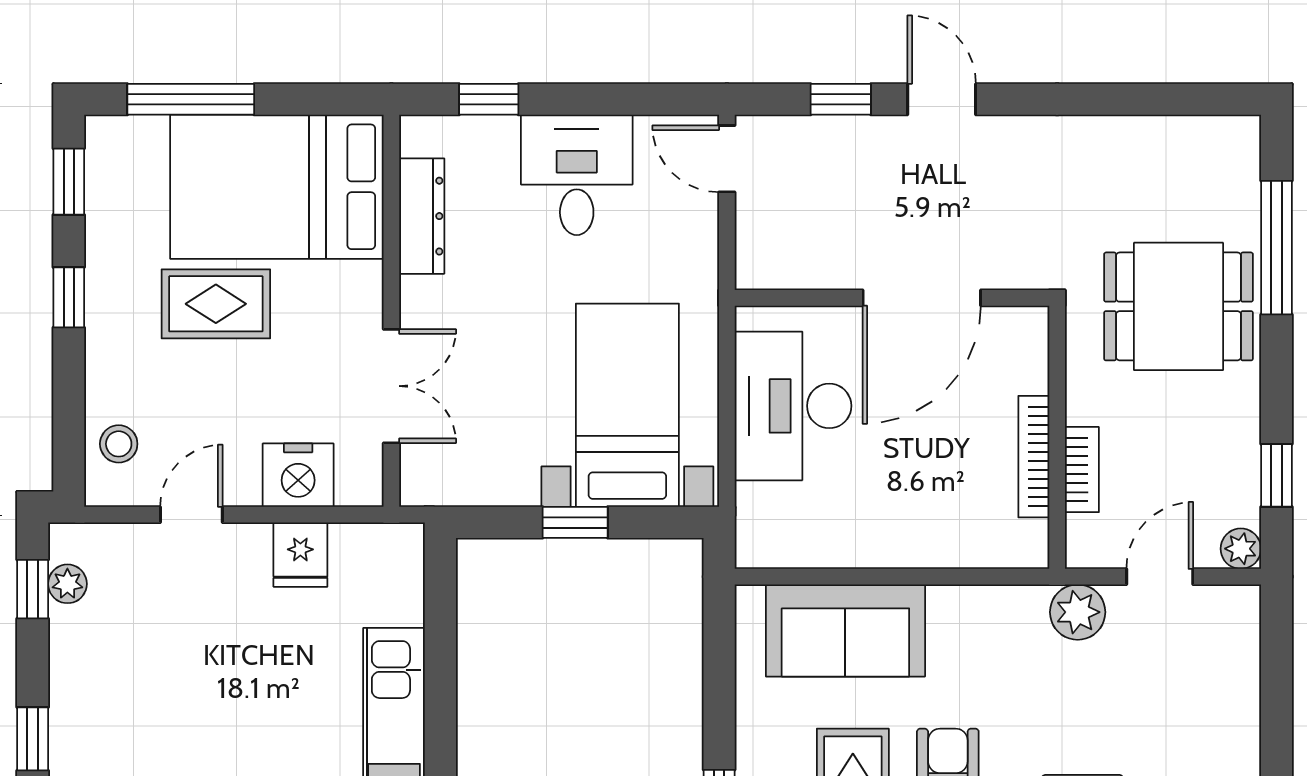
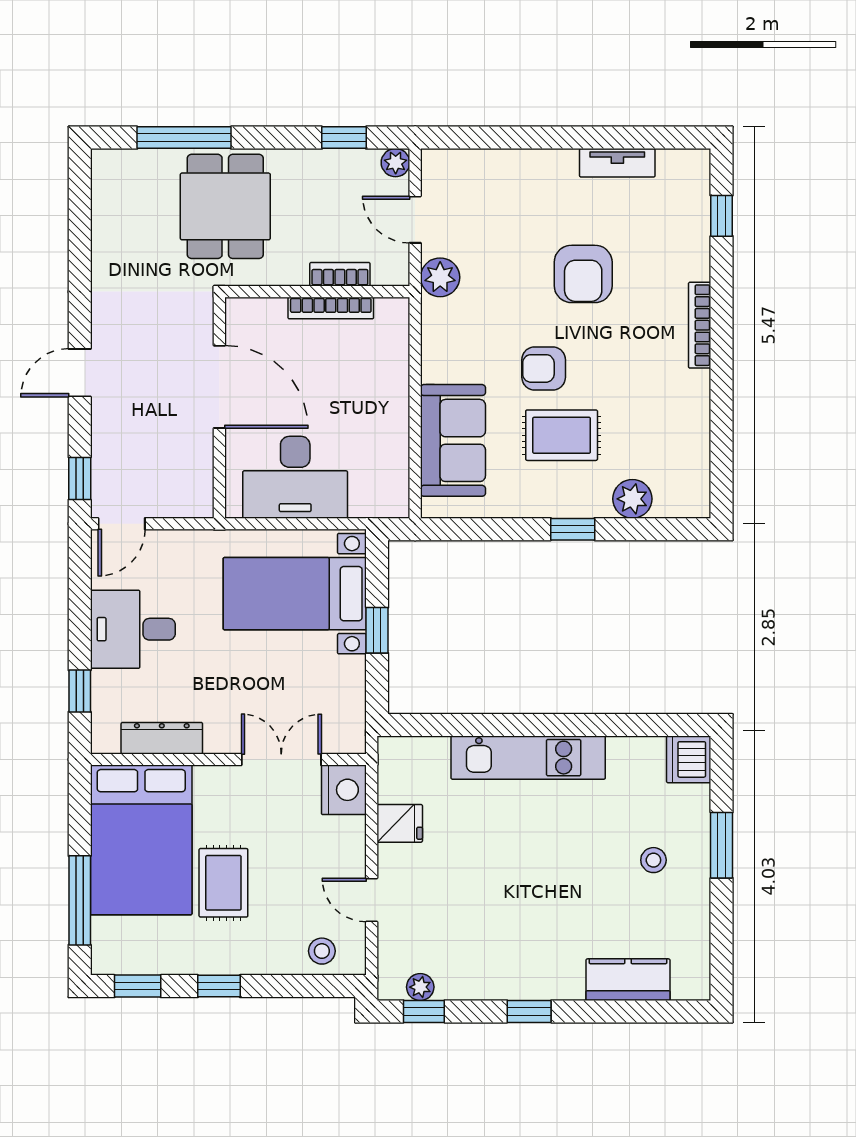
window: (841, 99) -> (80, 478), moved
nightstand: (298, 475) -> (344, 790), moved

